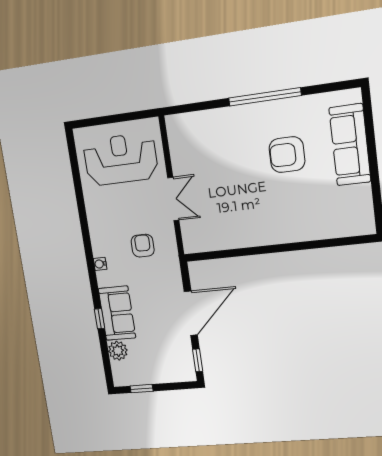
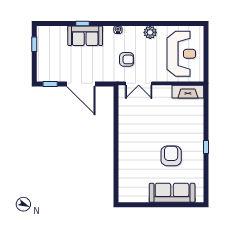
window: (265, 97) -> (206, 147), width x0.32
fireplace: (178, 140) -> (188, 92), added
double door: (173, 199) -> (139, 83), moved
plant: (118, 351) -> (150, 32), moved

